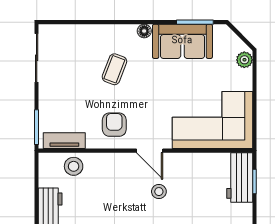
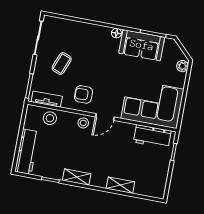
coffee table: (114, 69) -> (62, 63), moved
armchair: (114, 125) -> (84, 94), turned -90
door: (150, 151) -> (105, 117), hinge flipped
workbench: (240, 177) -> (152, 136), moved, turned -90
stool: (159, 192) -> (83, 123), moved

